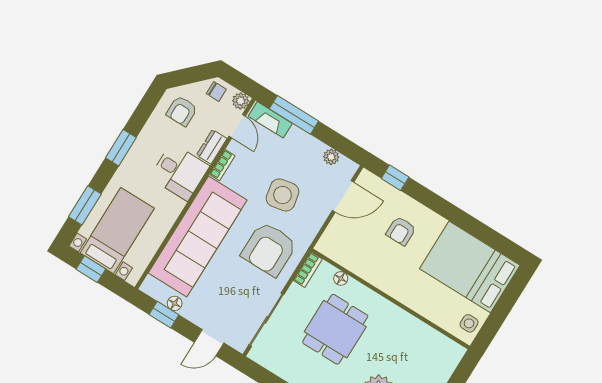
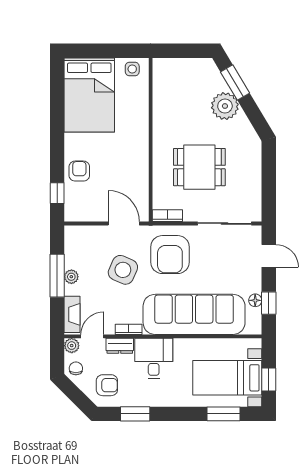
window: (294, 115) -> (57, 276), moved
window: (121, 148) -> (135, 414), moved
plant: (331, 157) -> (71, 277), moved
side table: (283, 195) -> (123, 270), turned 35
door: (343, 196) -> (124, 223), moved
armchair: (401, 231) -> (79, 171), moved, turned -90
armchair: (269, 249) -> (170, 255), turned 90
floor lamp: (341, 278) -> (159, 187), removed

